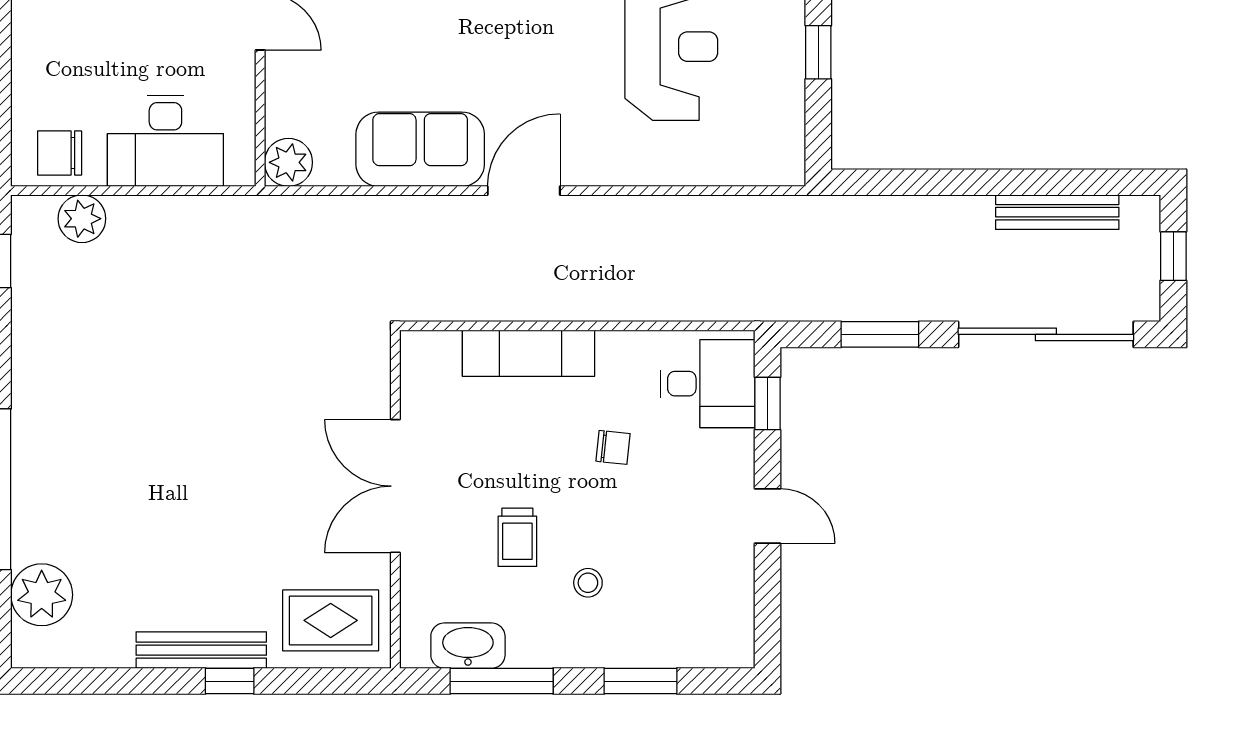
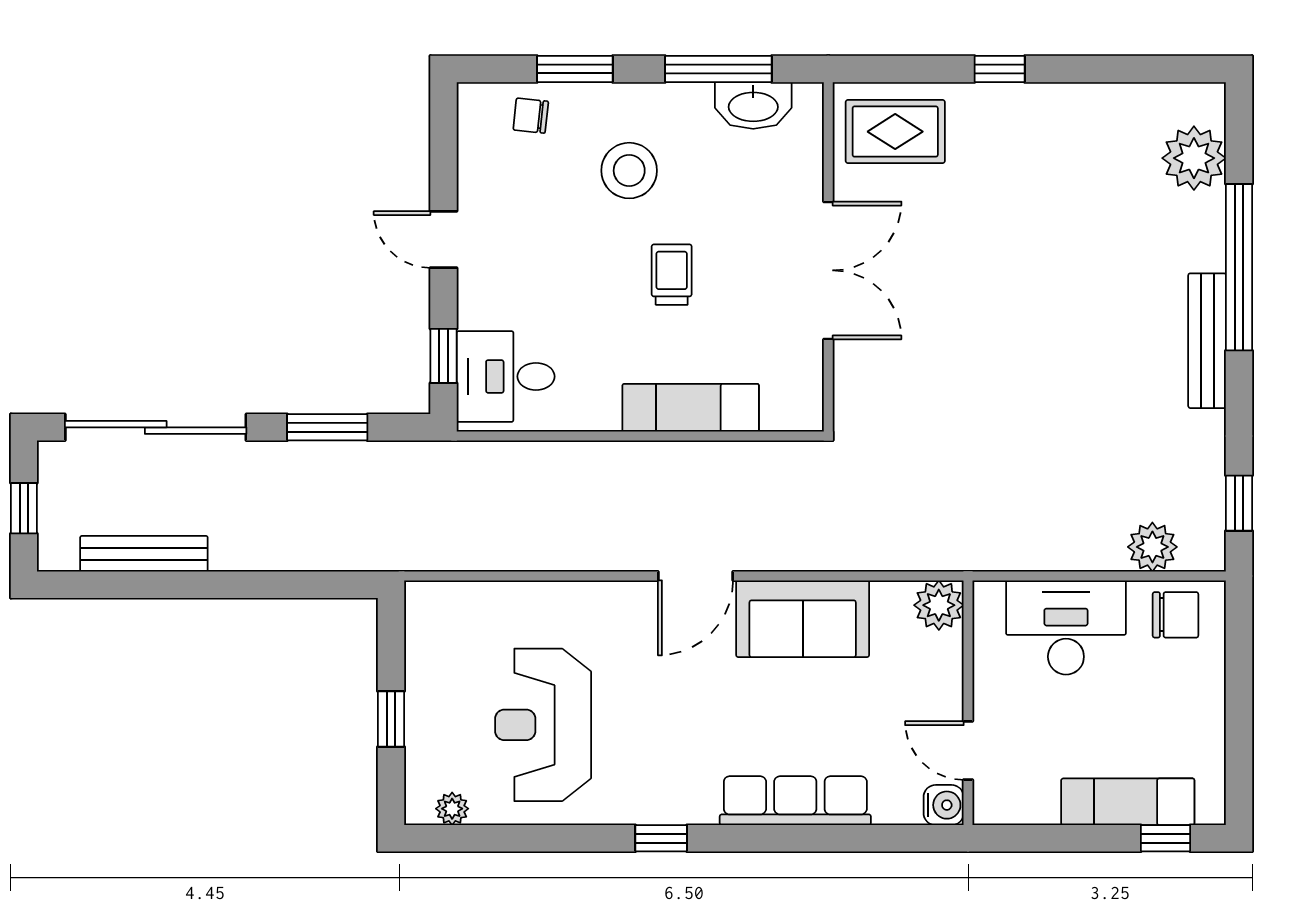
chair: (613, 447) -> (531, 116), moved
trolley: (517, 537) -> (672, 275), moved
stool: (588, 583) -> (629, 171), width x1.89, depth x1.89
bench: (201, 650) -> (1207, 341), moved, turned 90

